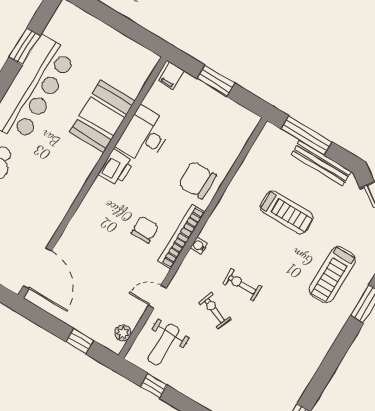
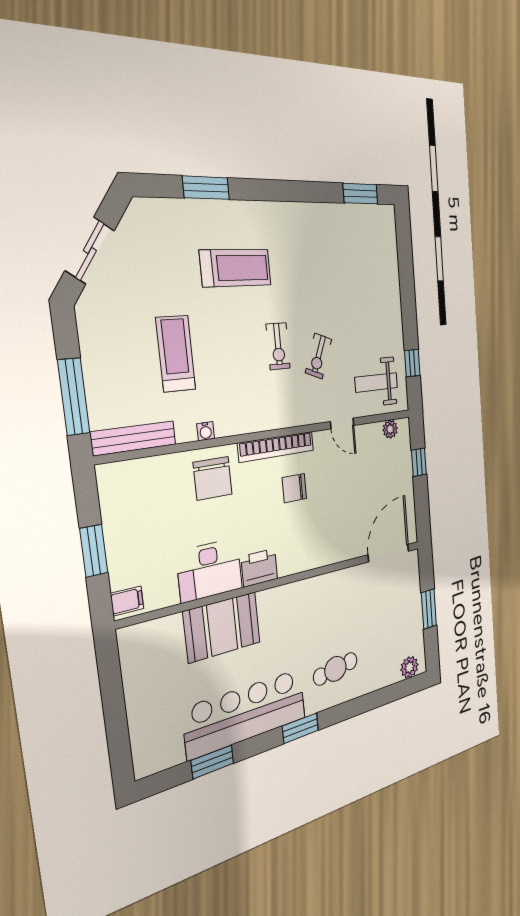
bench: (321, 163) -> (134, 438), moved, turned 90
water cooler: (199, 246) -> (206, 431), moved
treadmill: (332, 275) -> (236, 268), moved
weight bench: (164, 345) -> (376, 382), turned 180

